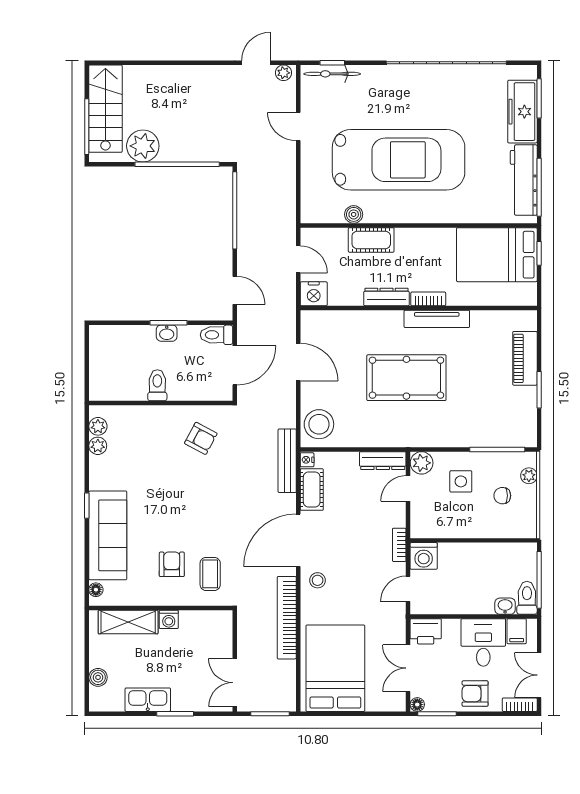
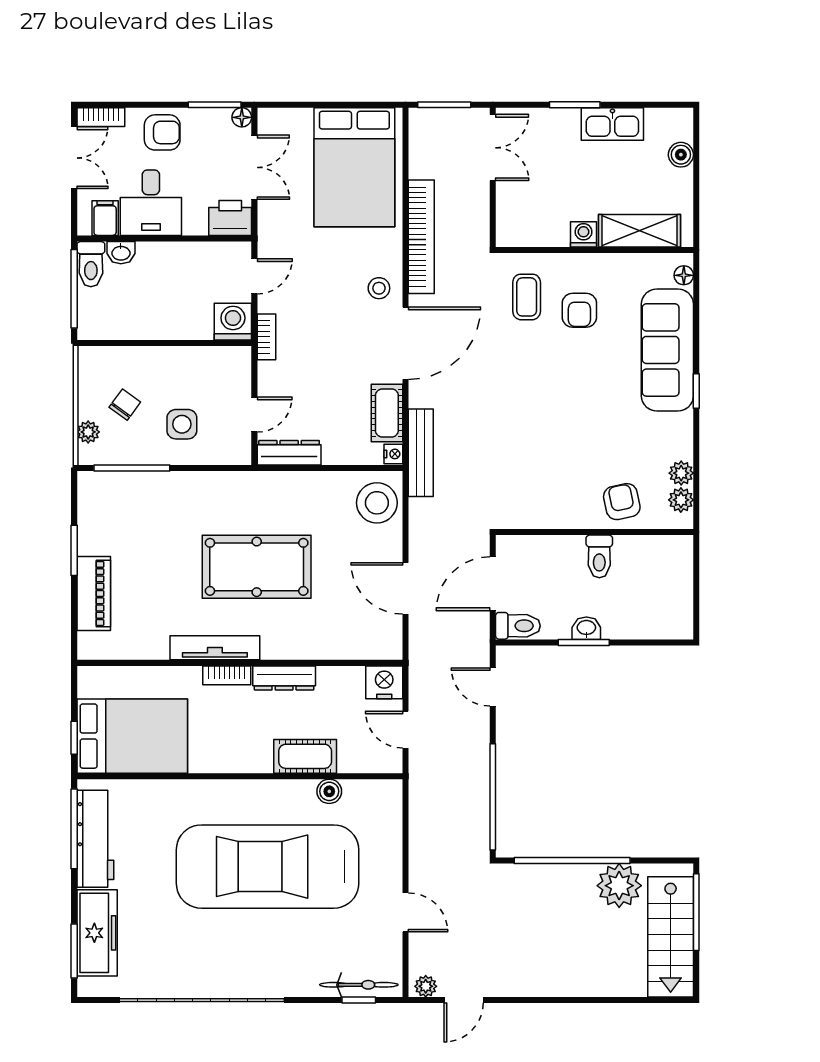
armchair: (201, 438) -> (622, 502), moved, turned 50
plant: (422, 463) -> (236, 450), removed
chair: (502, 496) -> (125, 405), turned -54

